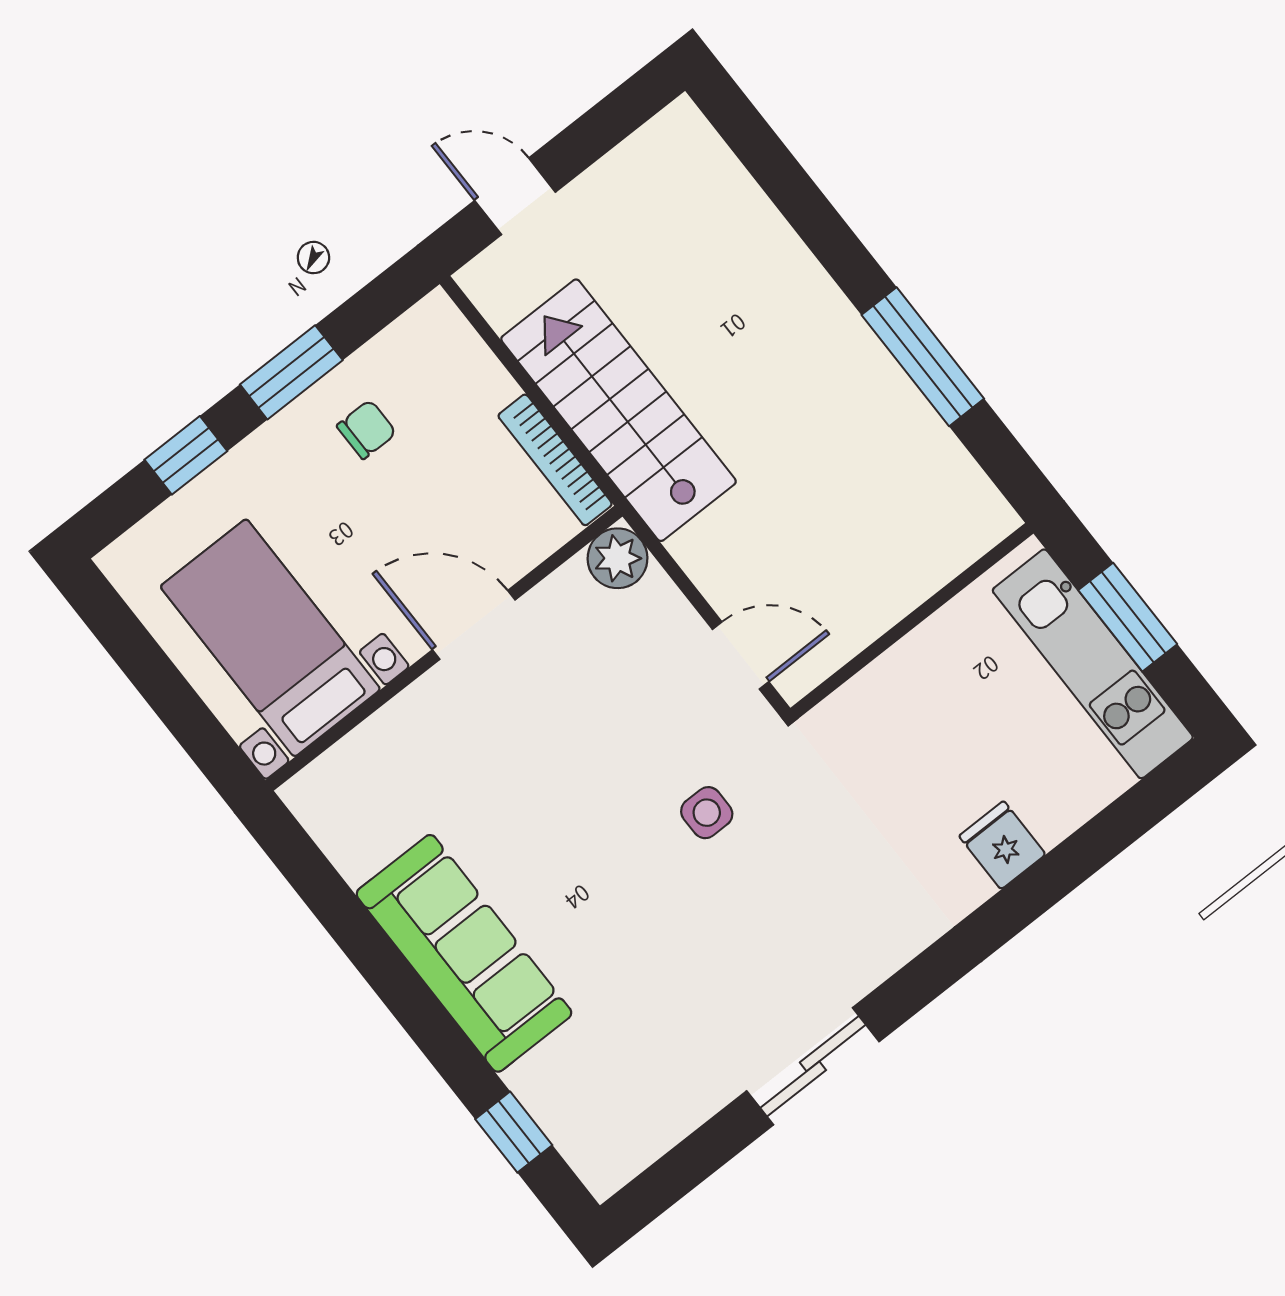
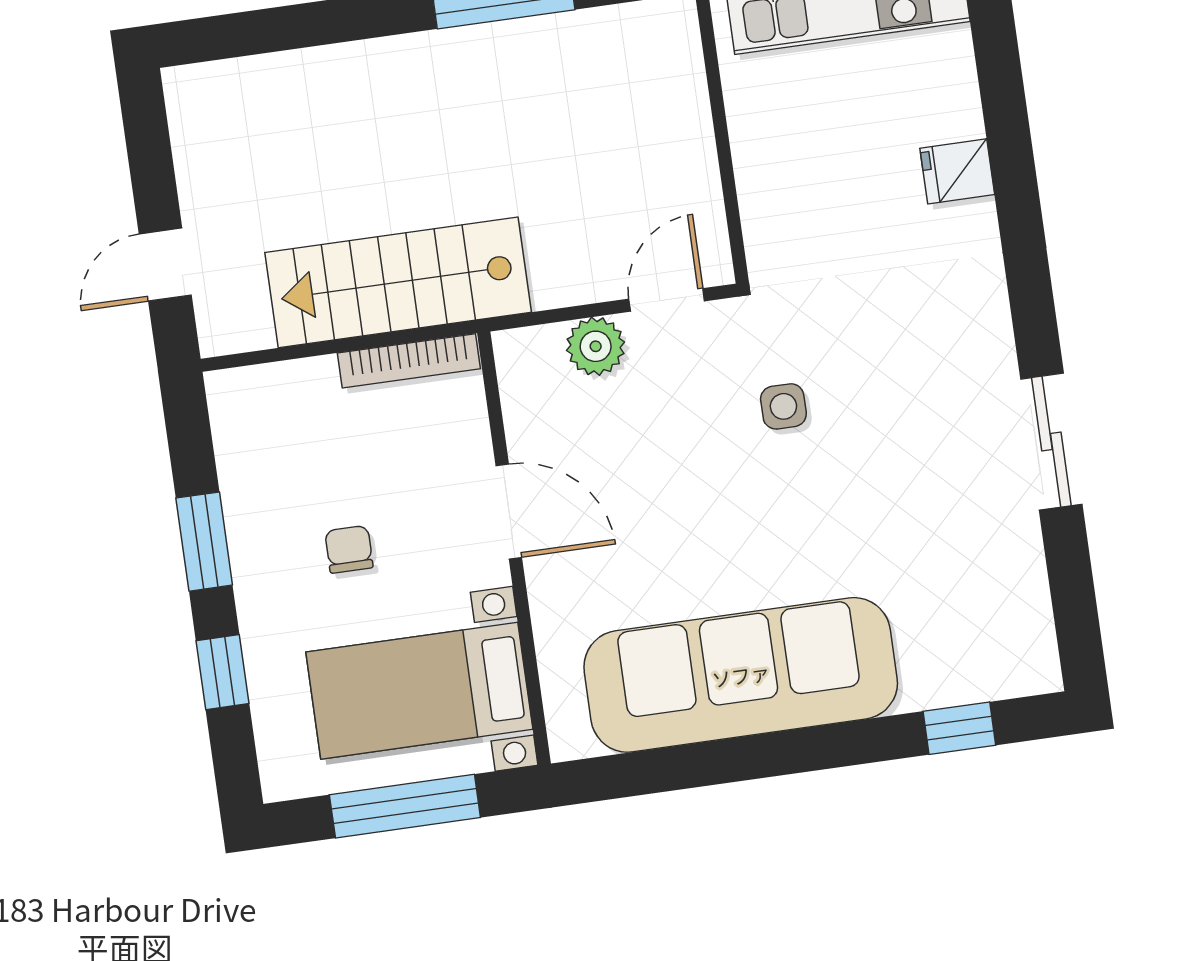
chair: (367, 429) -> (349, 549), moved
plant: (618, 558) -> (596, 346), moved
door: (474, 625) -> (509, 512), swing flipped
window: (161, 684) -> (405, 806), added
sofa: (464, 953) -> (741, 675), width x1.36, depth x1.27

